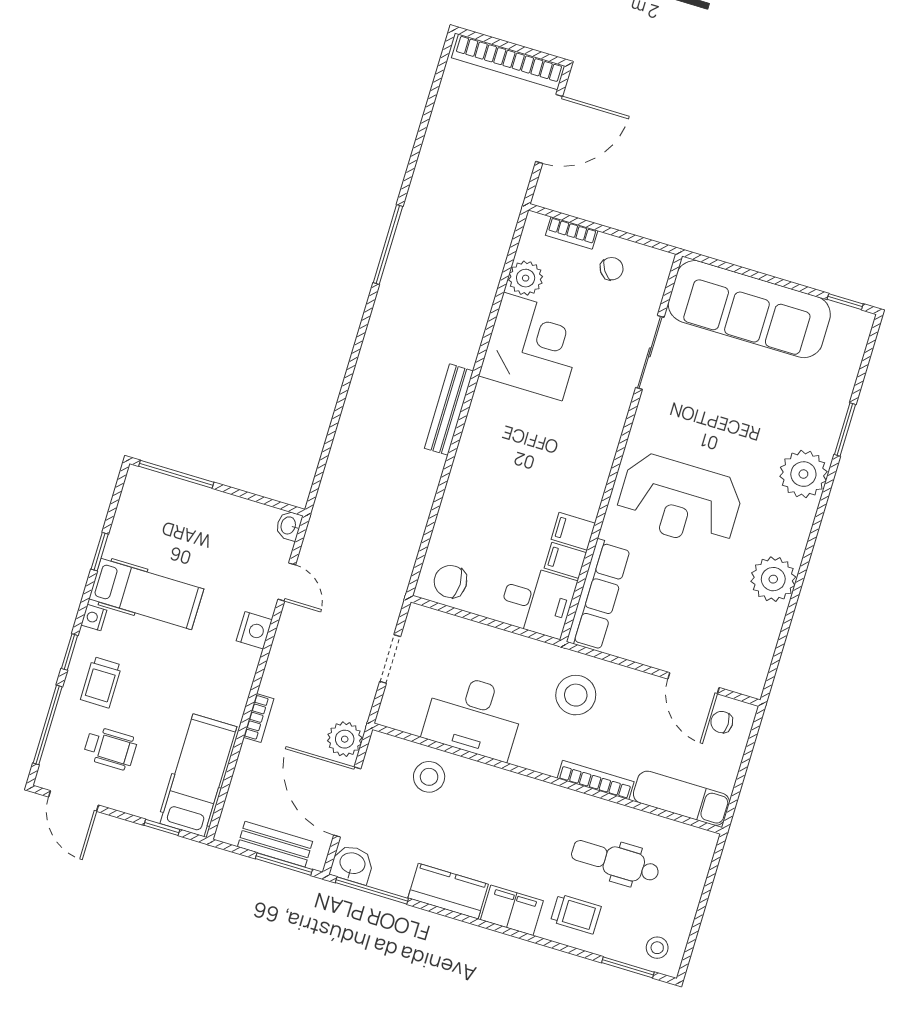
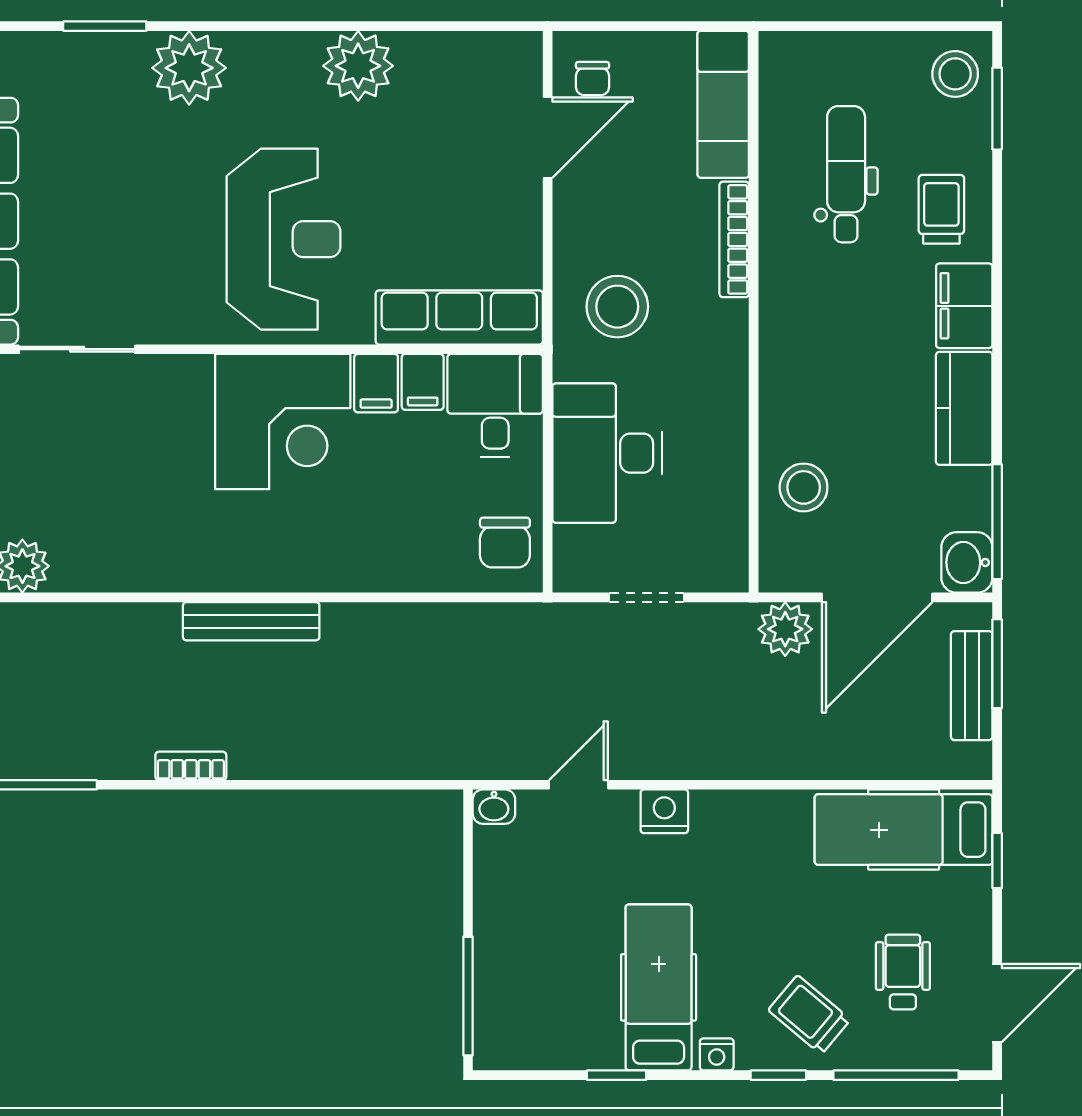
corner desk: (533, 346) -> (283, 422), moved, turned 180
trolley: (101, 682) -> (809, 1015), turned -140
desk: (474, 716) -> (607, 453), moved, turned 180
bookcase: (259, 718) -> (191, 766), moved
dental chair: (615, 861) -> (846, 174), turned 180
stool: (657, 948) -> (955, 74), width x1.37, depth x1.37

